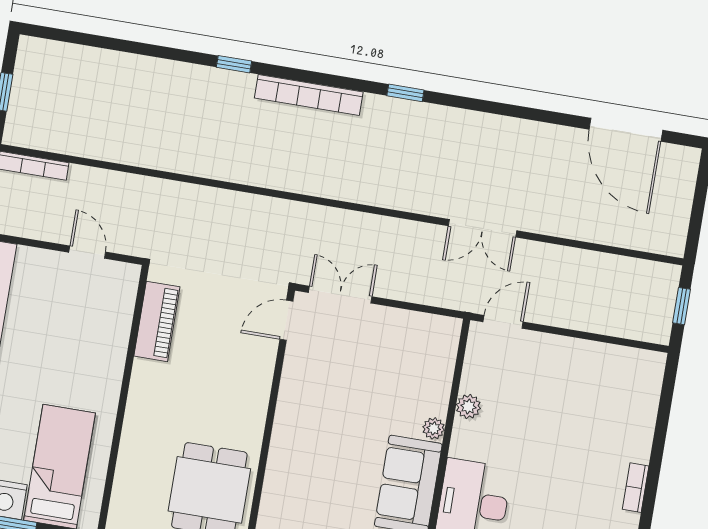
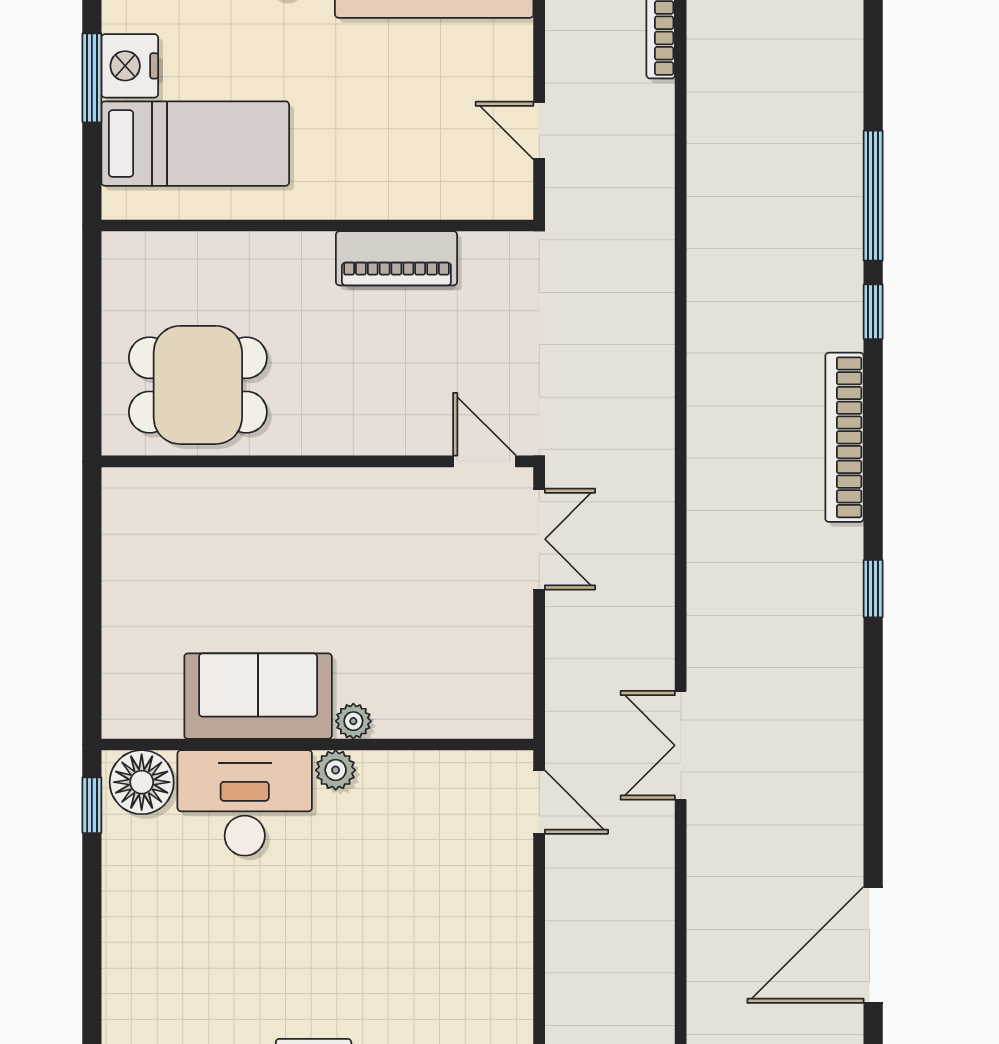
window: (162, 52) -> (873, 196), added
door: (87, 252) -> (539, 131), swing flipped
piano: (157, 321) -> (396, 258), moved
plant: (468, 407) -> (336, 770), moved

